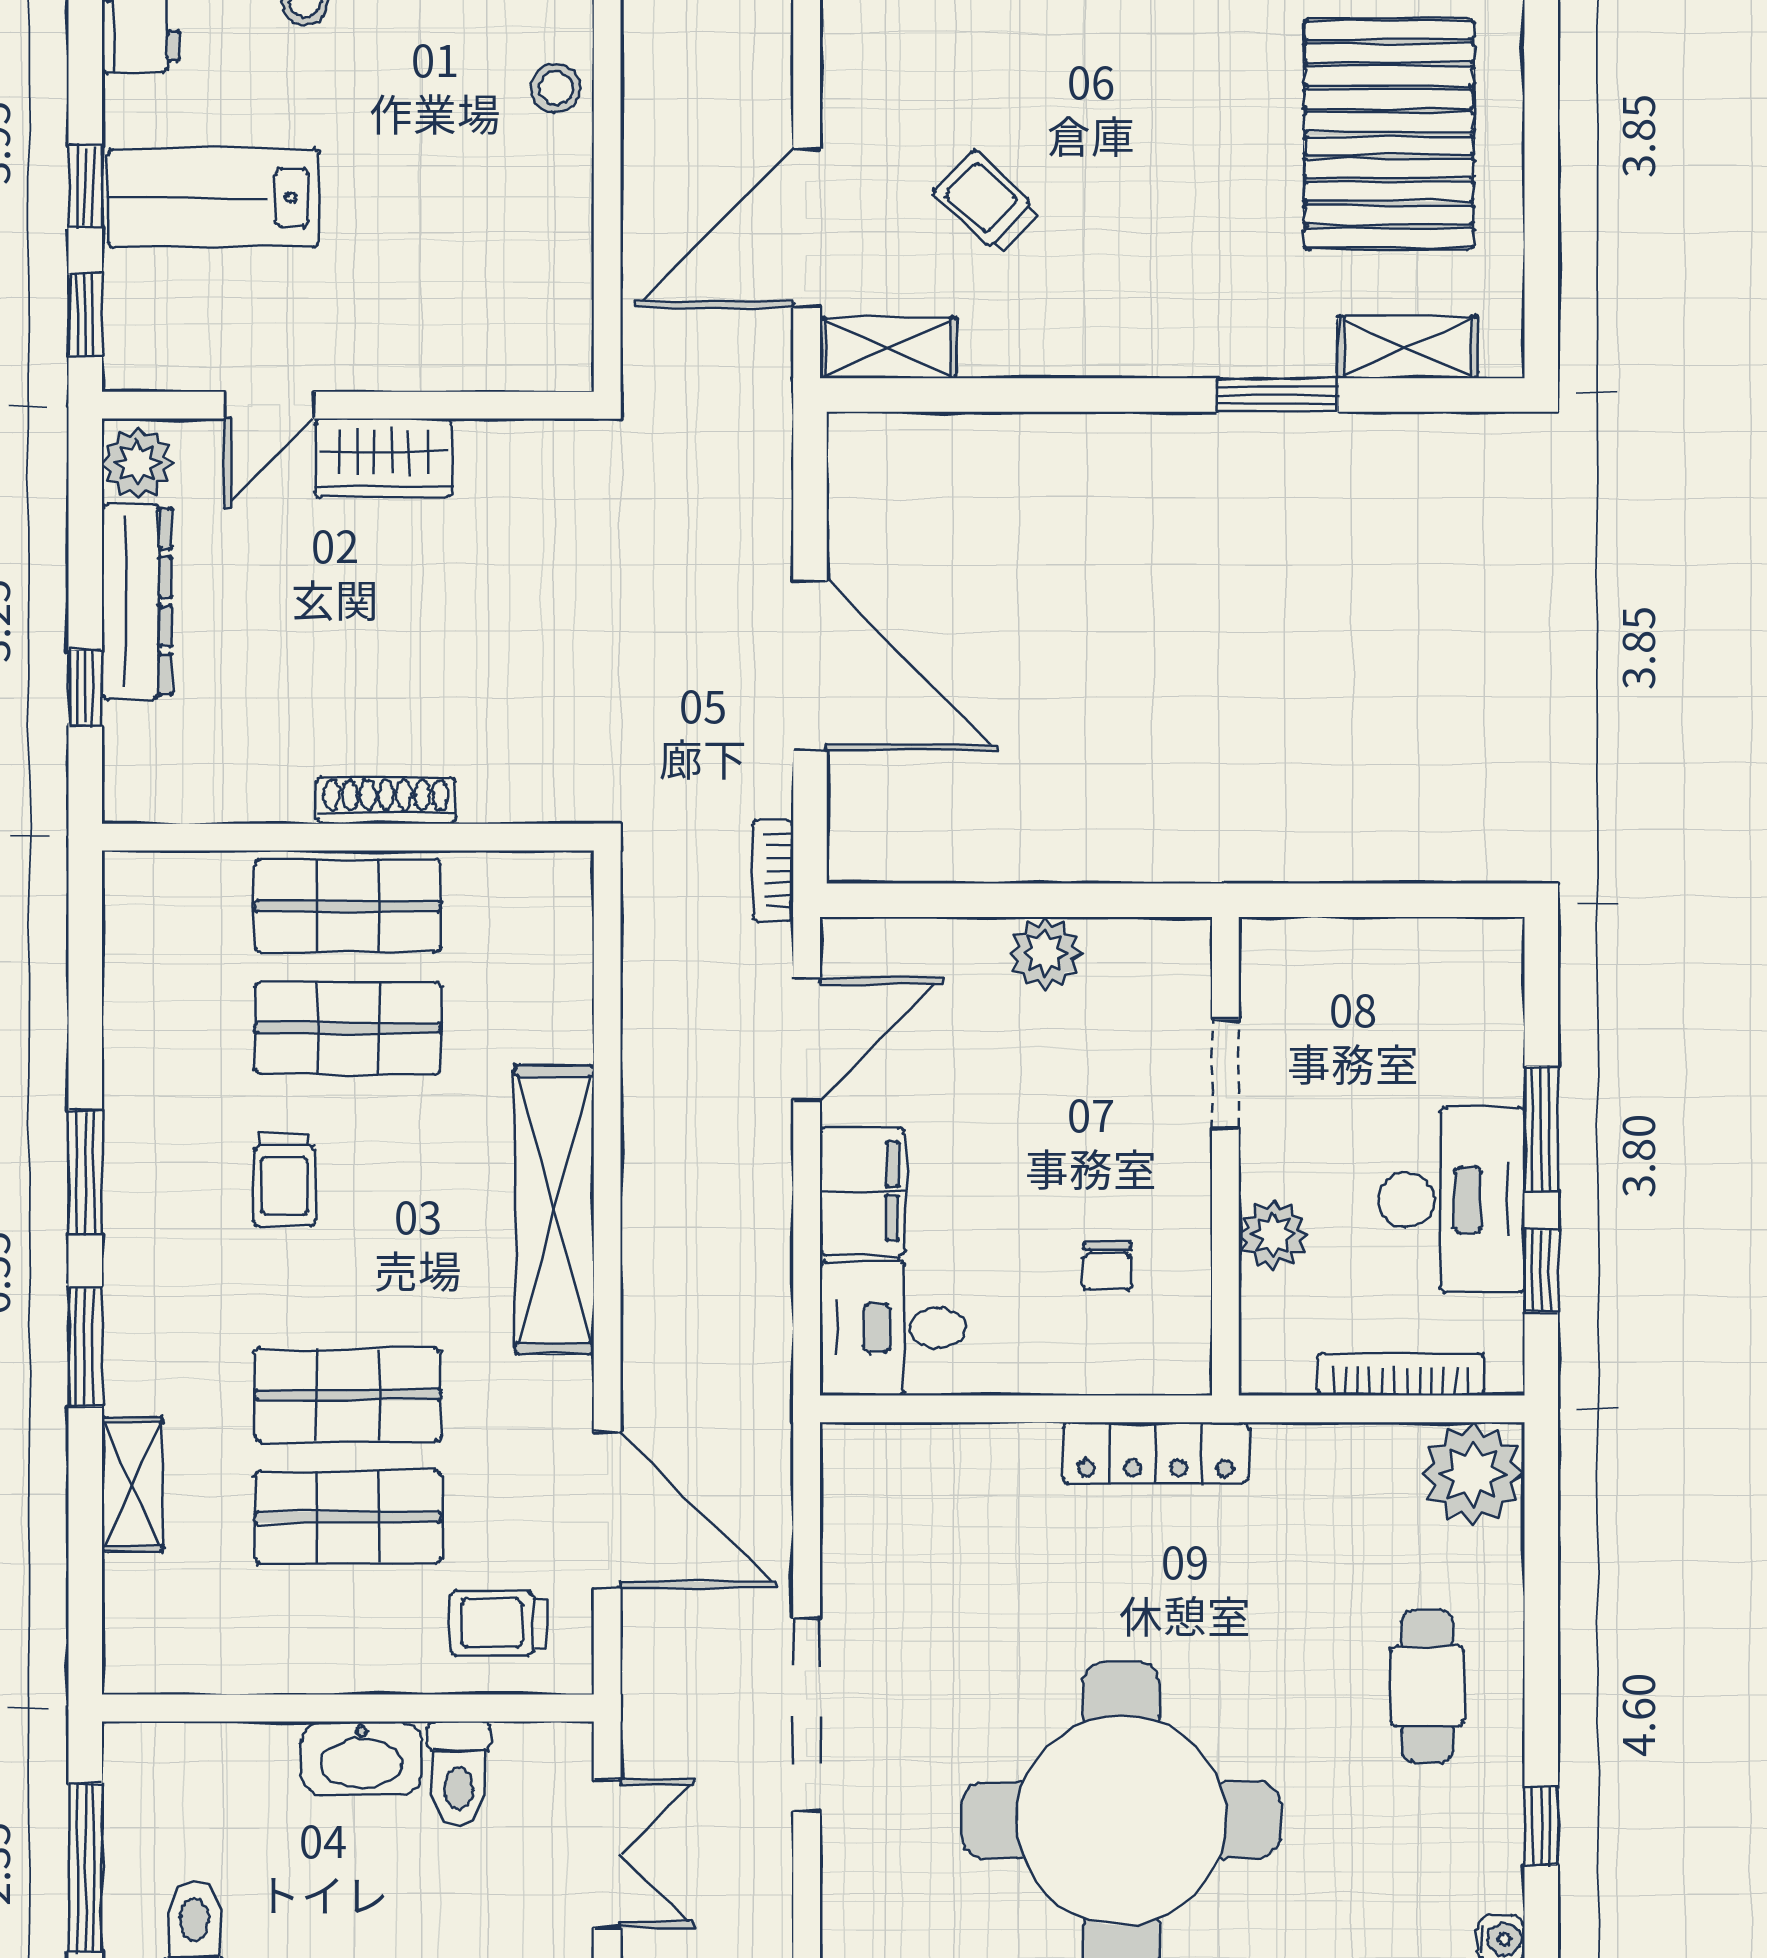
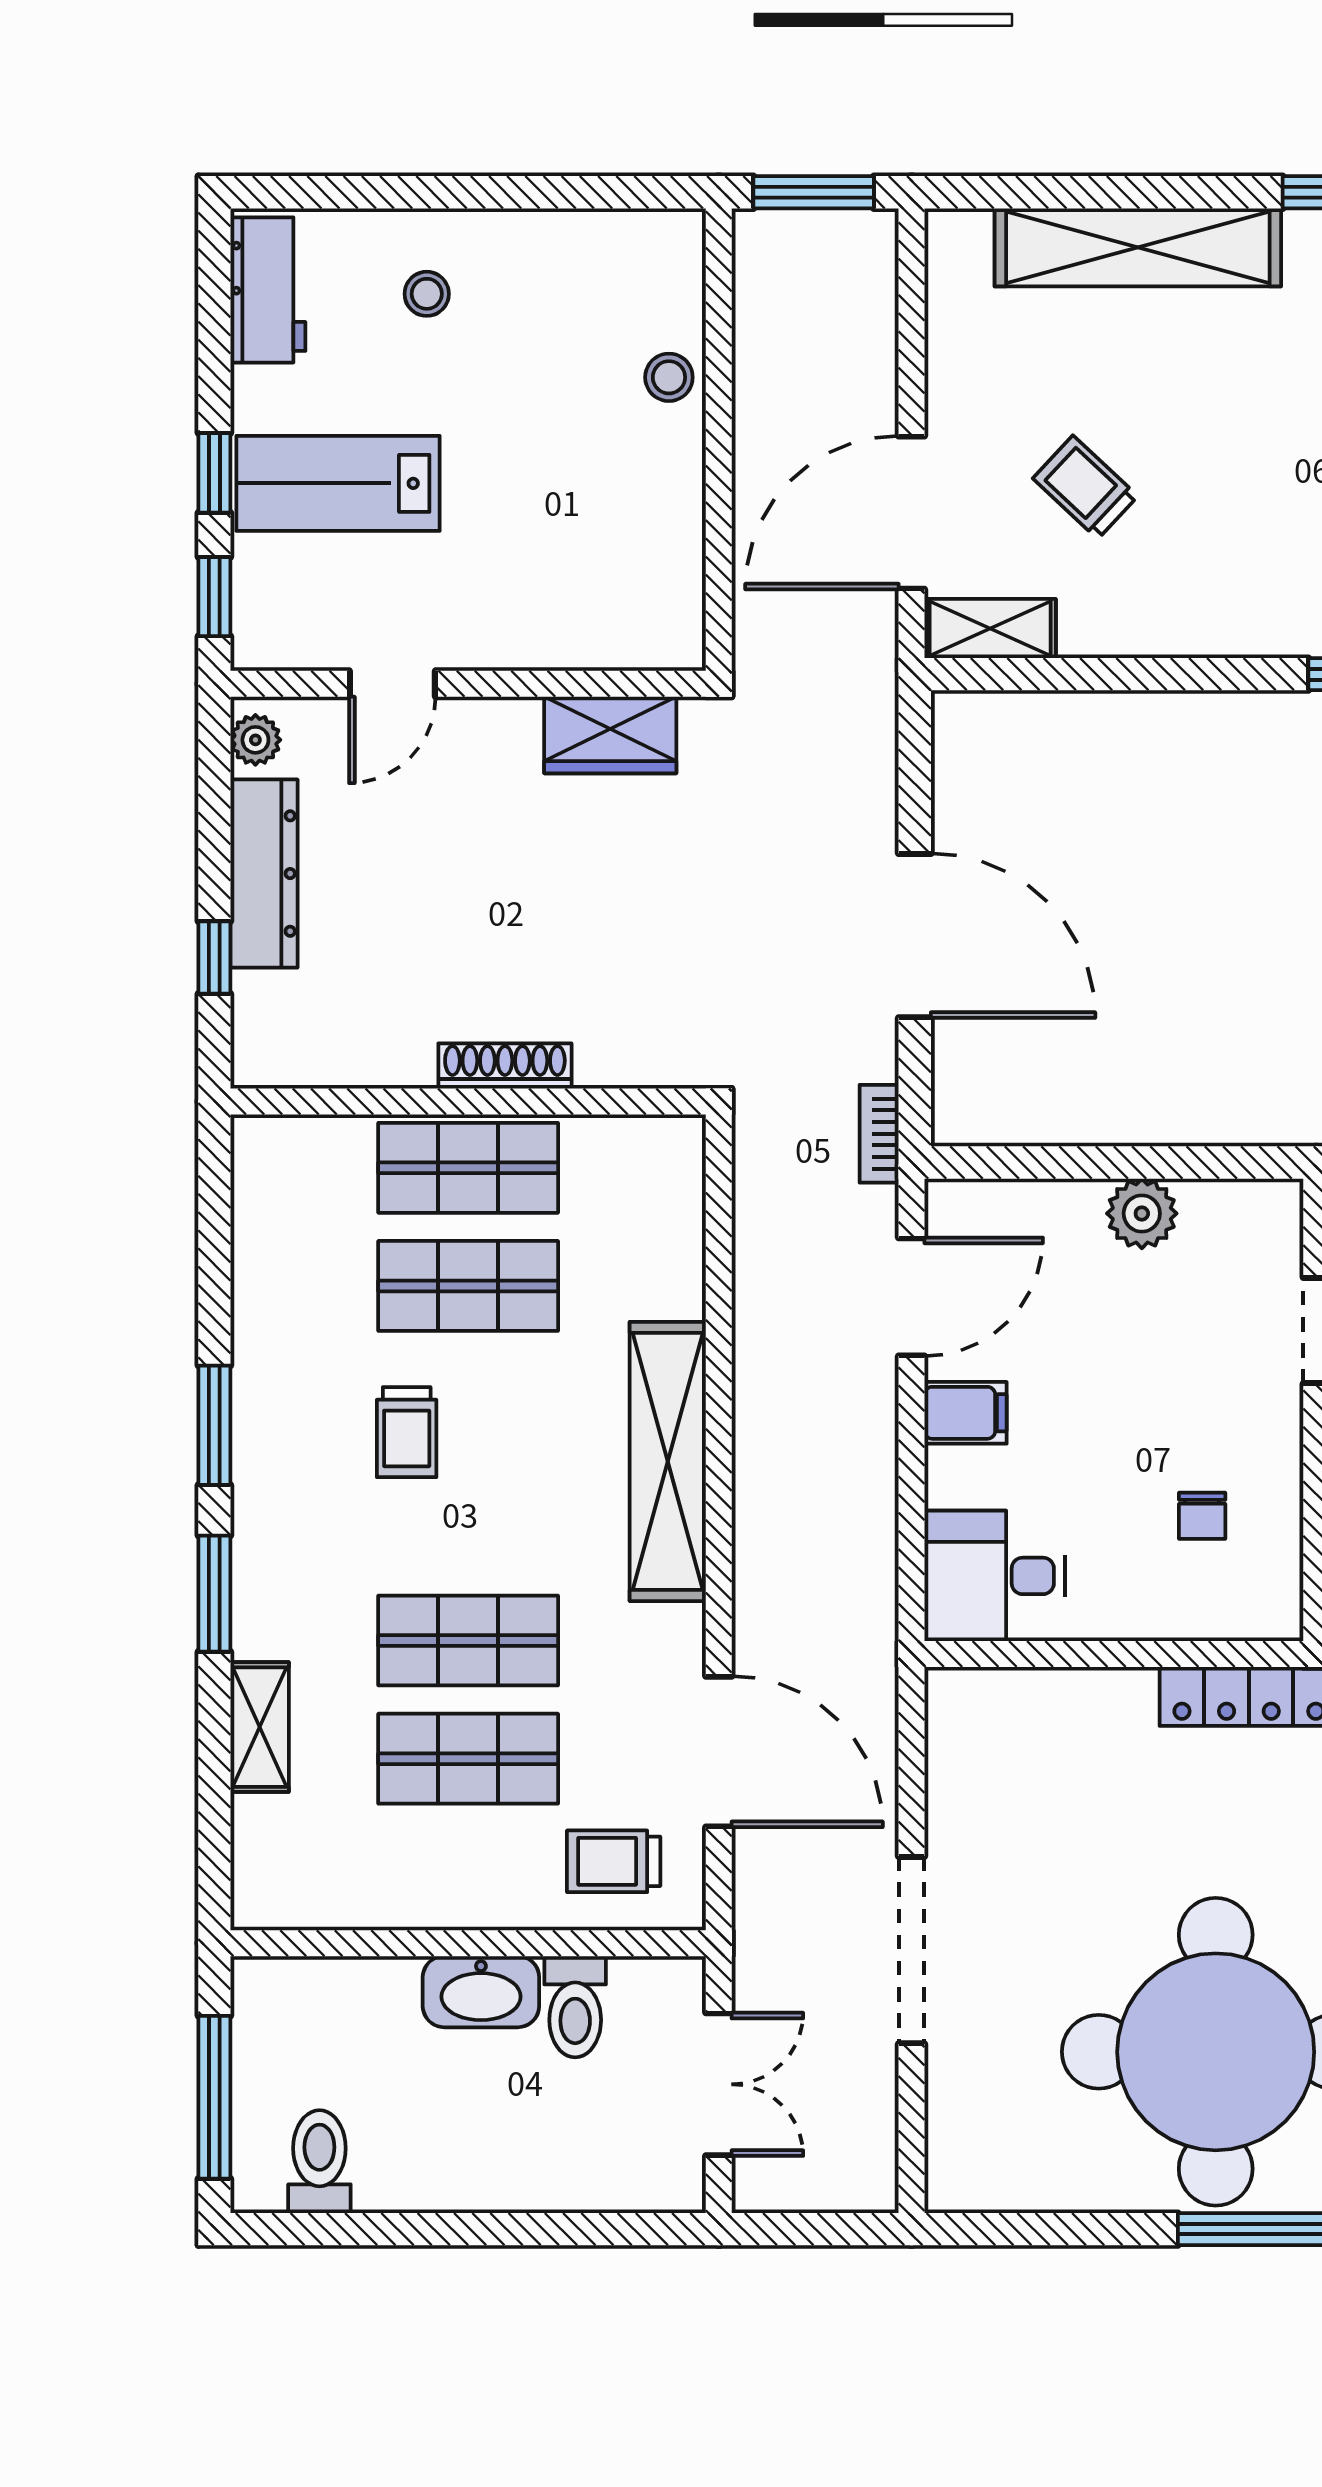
wardrobe: (383, 458) -> (610, 735), moved
plant: (138, 463) -> (255, 740), width x0.73, depth x0.73
filing cabinet: (863, 1191) -> (966, 1413), width x0.50

